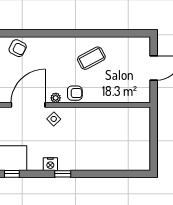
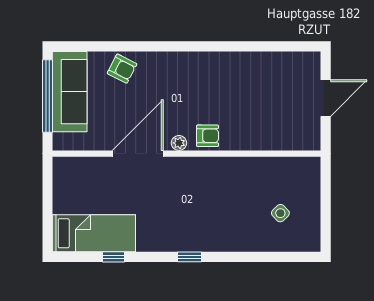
coffee table: (91, 58) -> (232, 83), removed
side table: (54, 119) -> (280, 213), moved
nightstand: (50, 164) -> (171, 242), removed

